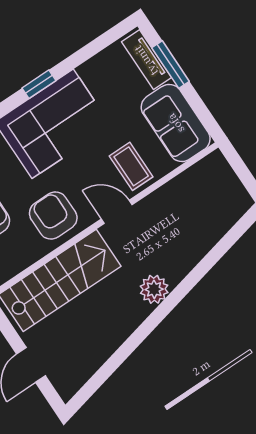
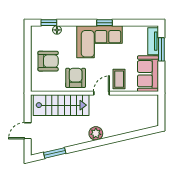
door: (117, 212) -> (101, 93), hinge flipped
window: (105, 372) -> (55, 153), added

